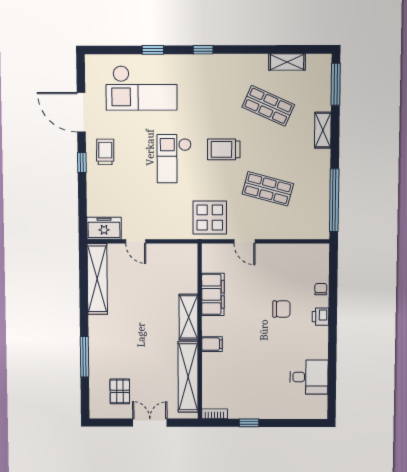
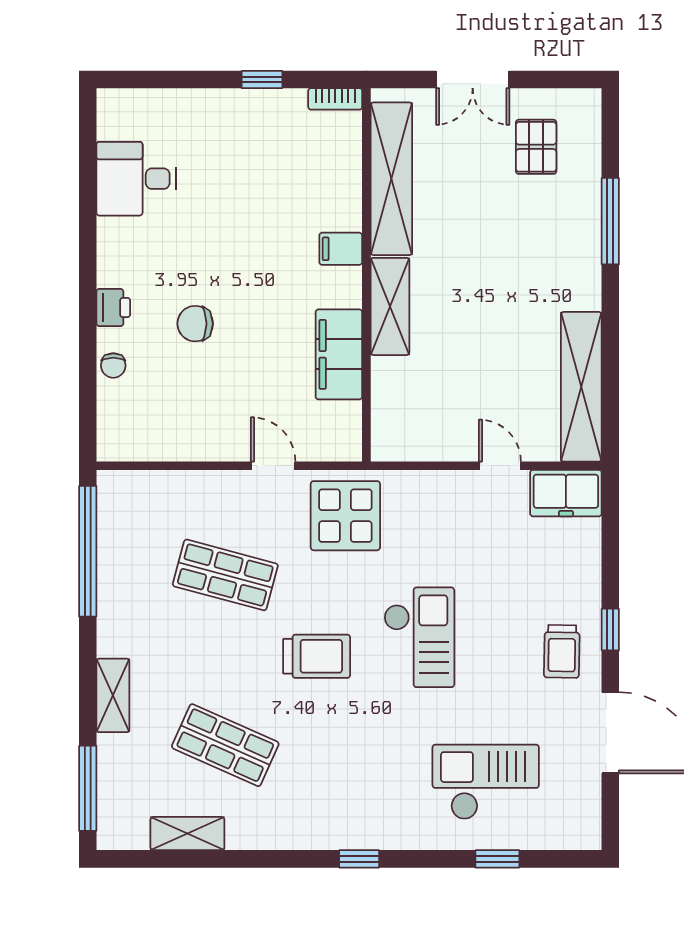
window: (153, 50) -> (497, 859), moved
checkout: (142, 88) -> (486, 782), width x0.73, depth x0.83

